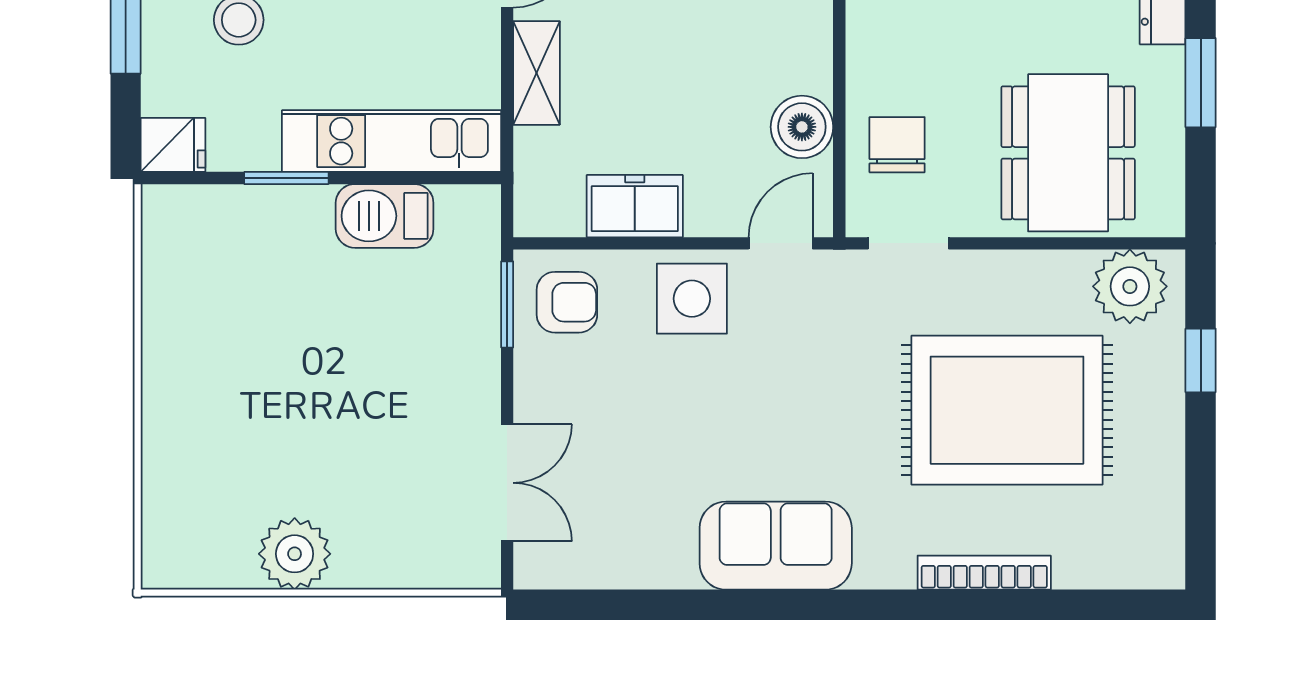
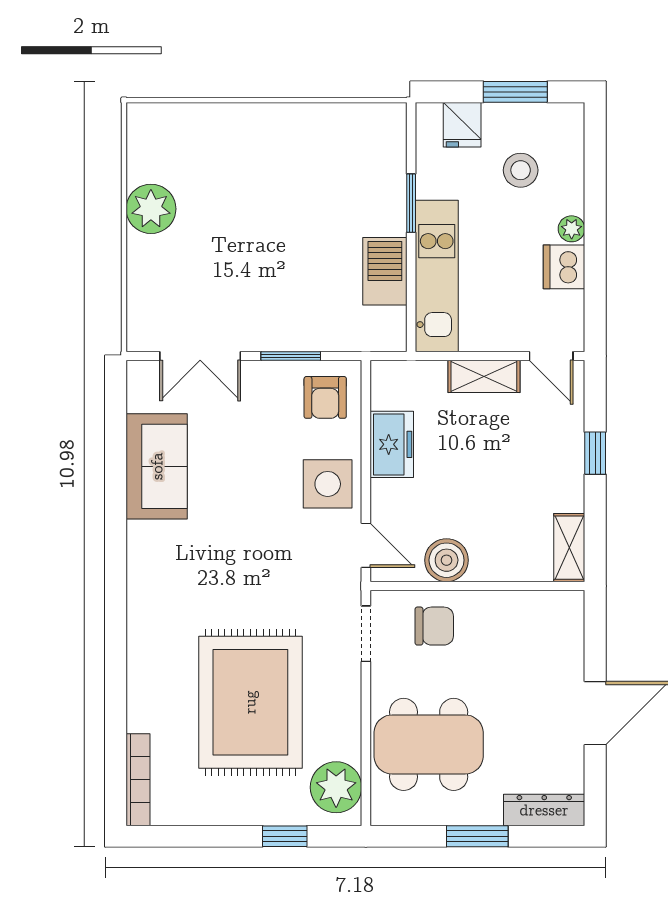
fridge: (173, 145) -> (462, 125), moved
window: (507, 304) -> (291, 356), moved
sofa: (776, 546) -> (157, 466), moved
bookcase: (984, 573) -> (138, 780), moved

